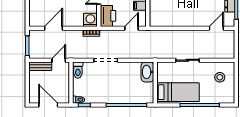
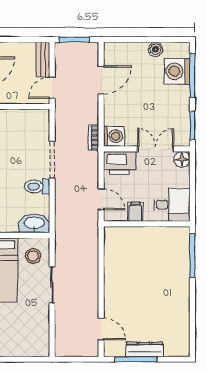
door: (53, 28) -> (101, 80), hinge flipped
door: (59, 60) -> (52, 88), swing flipped
toilet: (78, 70) -> (37, 187), moved
stool: (220, 77) -> (33, 256), moved

